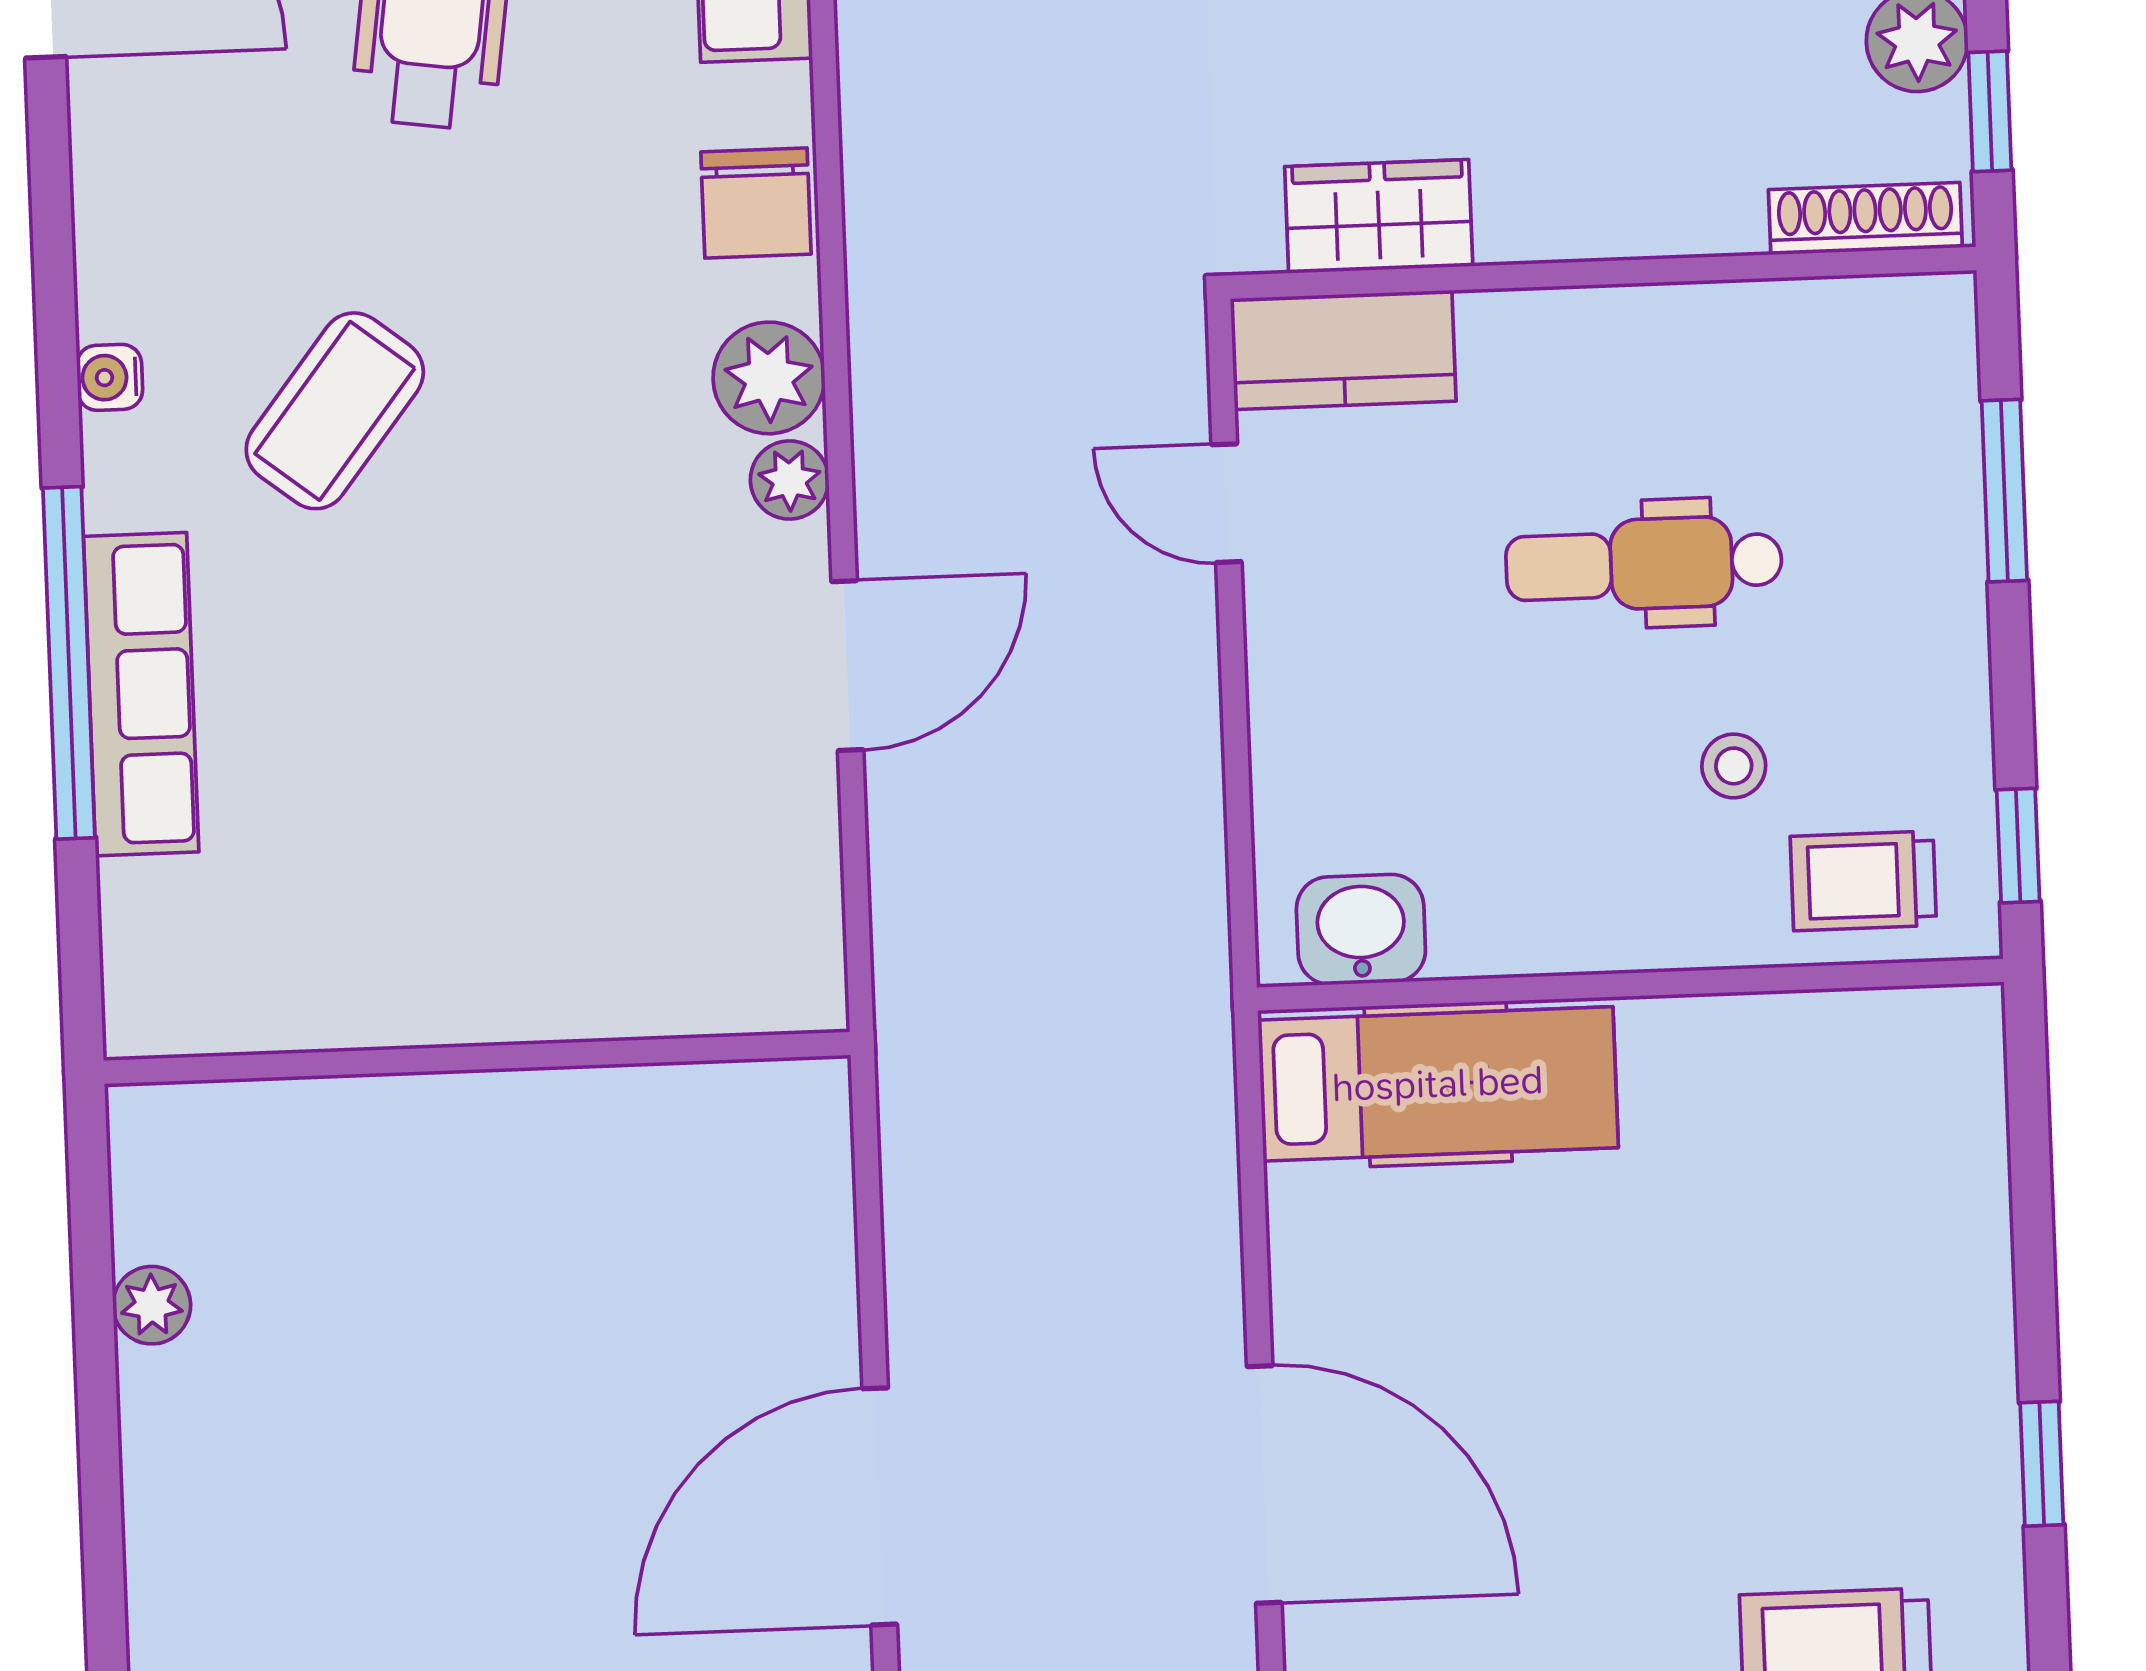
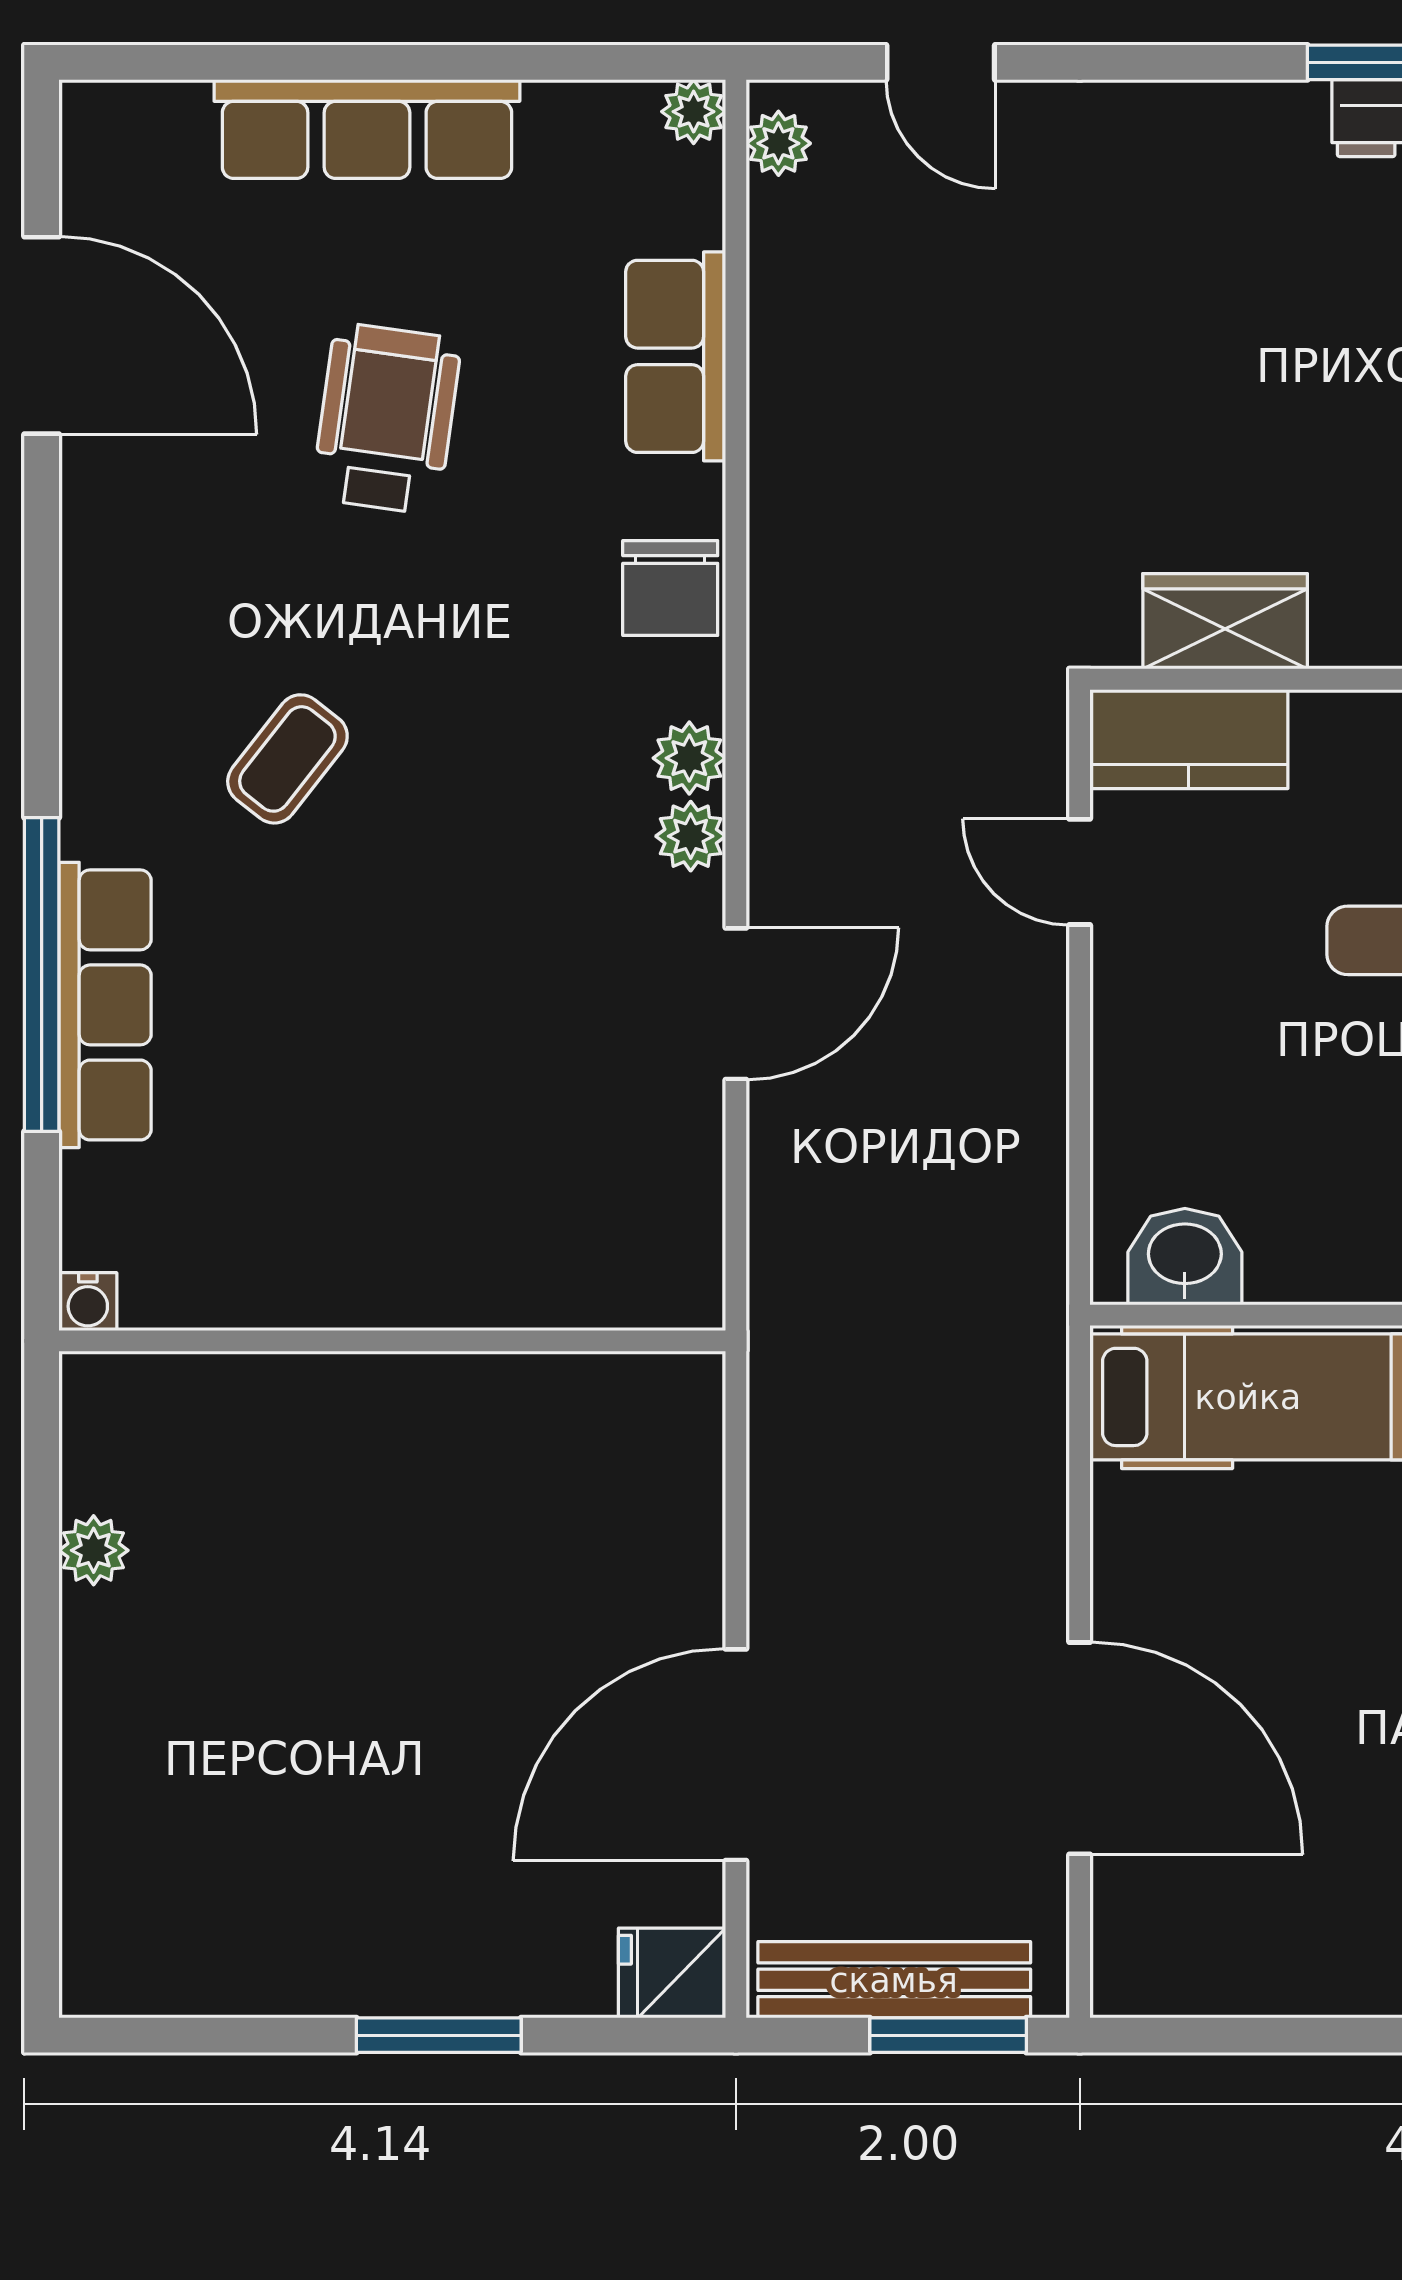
water cooler: (110, 377) -> (88, 1302), moved, turned -90
plant: (769, 378) -> (689, 758), width x0.73, depth x0.73
coffee table: (335, 411) -> (287, 759), width x0.73, depth x0.77

